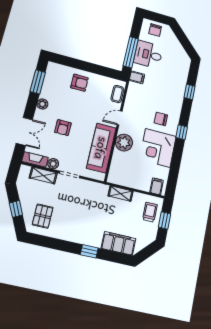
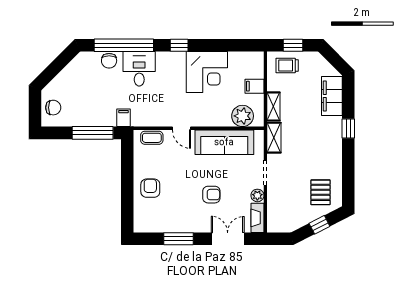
desk: (148, 55) -> (139, 69), moved, turned 180
window: (38, 82) -> (178, 239), moved
window: (189, 92) -> (124, 45), width x3.17
plant: (42, 104) -> (189, 226), removed
chair: (161, 119) -> (109, 61), moved
plant: (124, 143) -> (243, 116), moved
shelving: (43, 175) -> (274, 138), moved
filing cabinet: (157, 186) -> (254, 86), moved
pallet: (43, 216) -> (321, 192), turned 90

